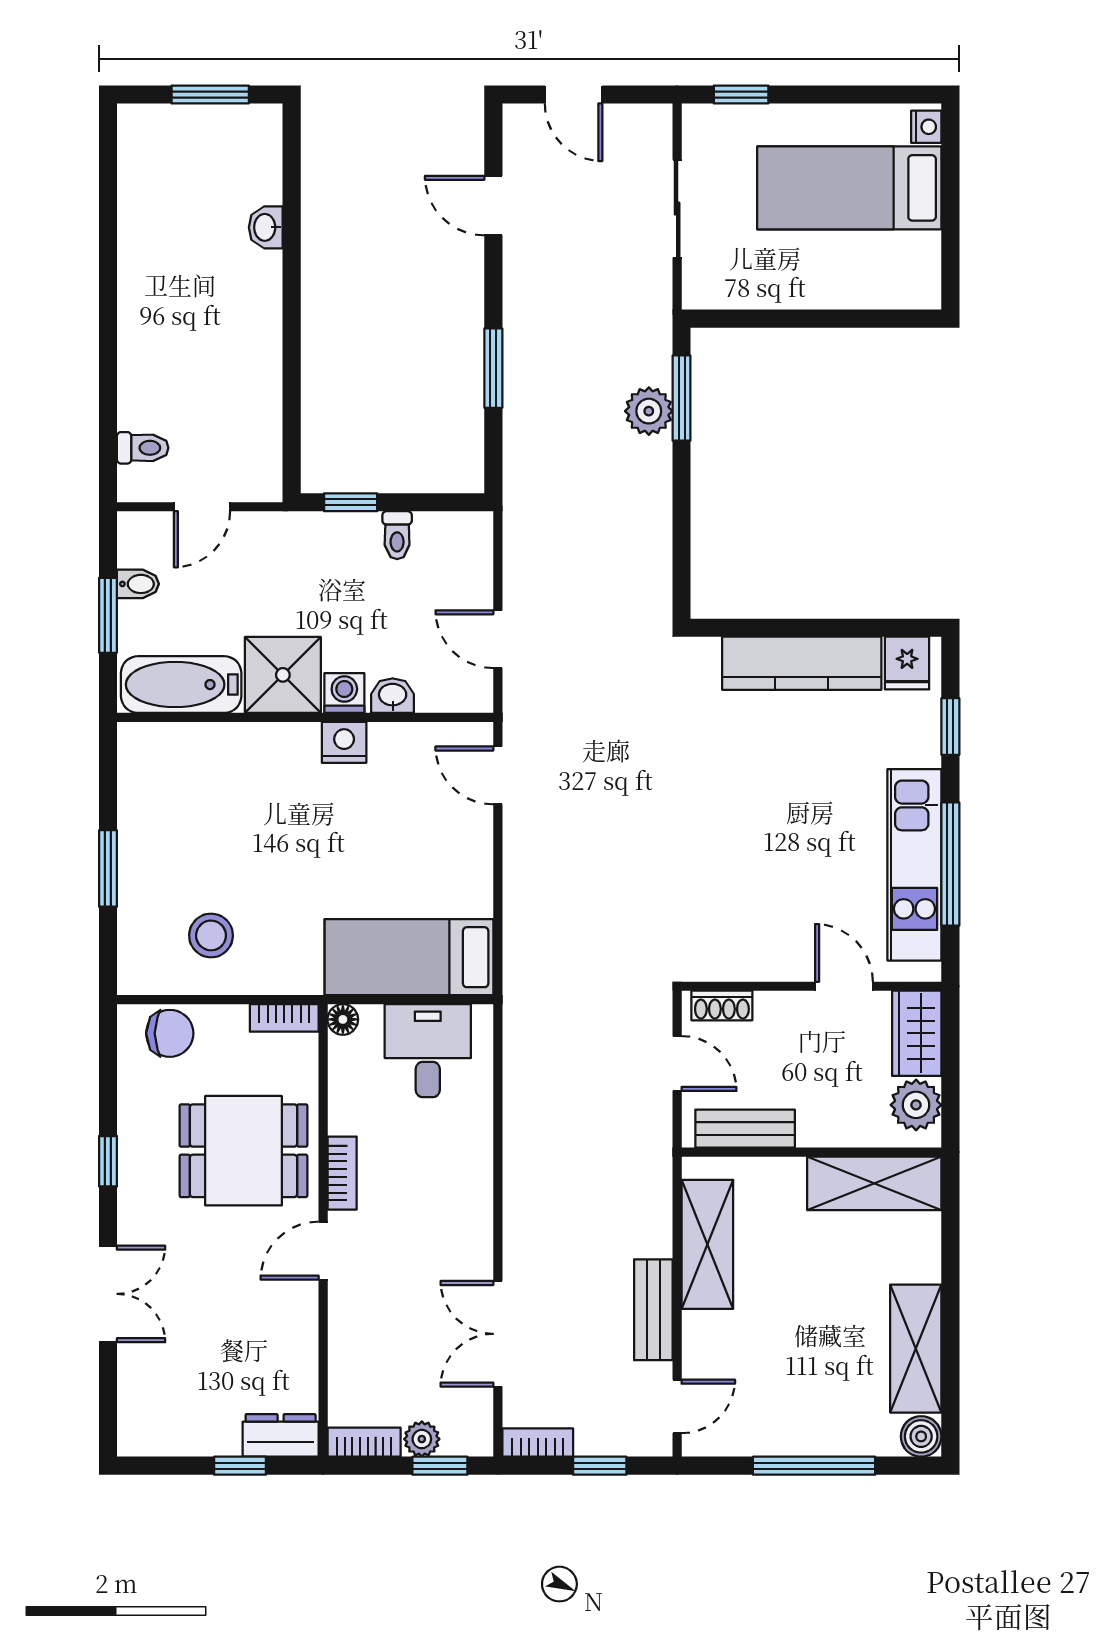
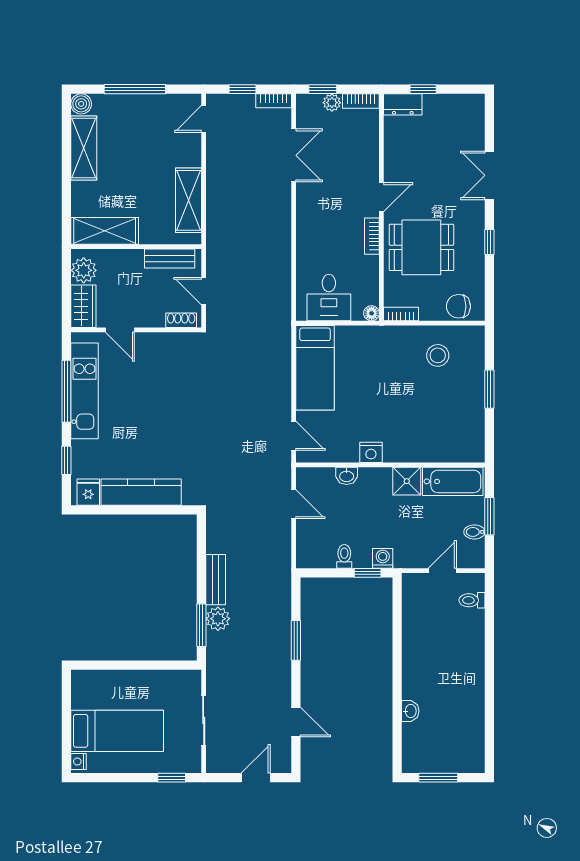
door: (574, 95) -> (256, 778), hinge flipped
shower: (283, 675) -> (407, 481), width x0.73, depth x0.73
washing machine: (344, 693) -> (383, 558), moved, turned 180
bed: (409, 957) -> (315, 368), moved, turned 90
bench: (653, 1310) -> (216, 580), moved

